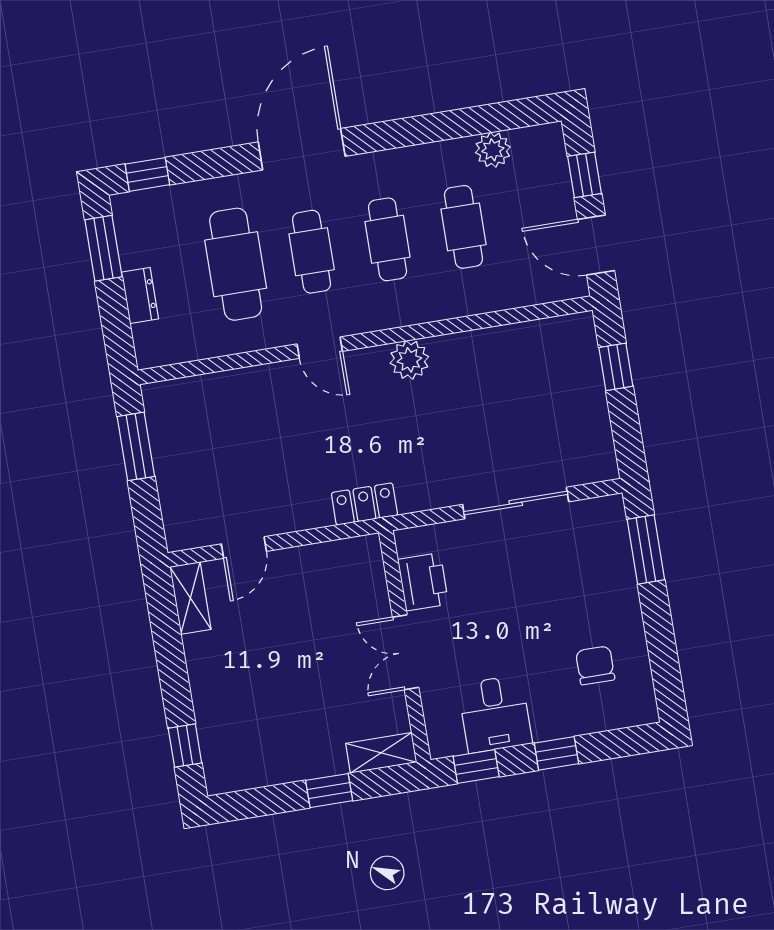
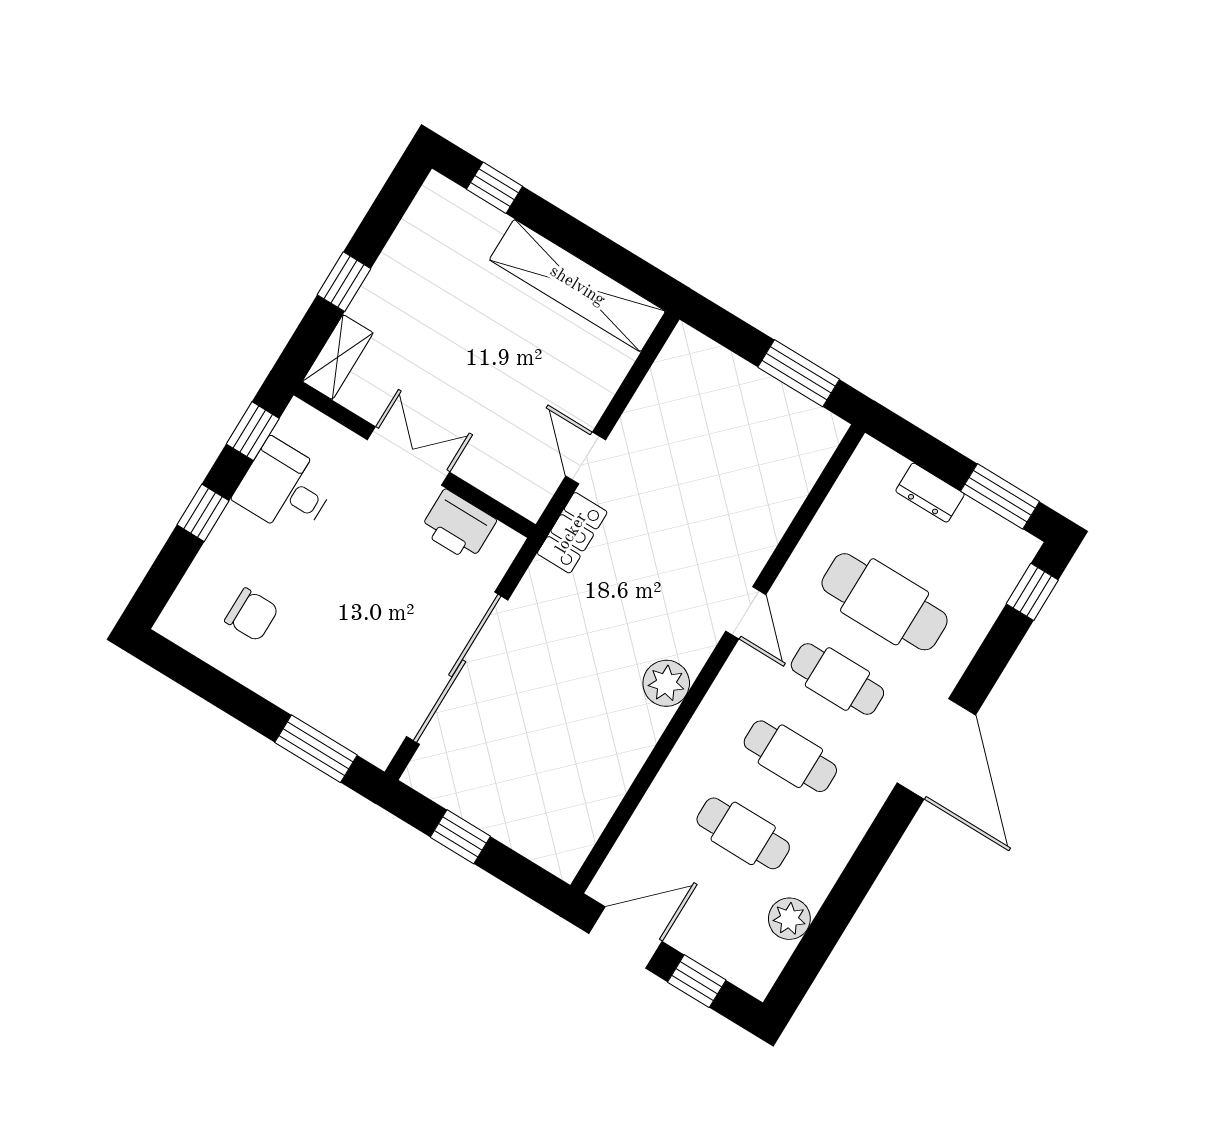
door: (320, 348) -> (746, 613), swing flipped
window: (616, 367) -> (460, 837), moved
sliding door: (516, 503) -> (457, 668), width x1.36
door: (244, 548) -> (586, 458), moved
shelving: (190, 598) -> (577, 286), width x2.20, depth x1.33

